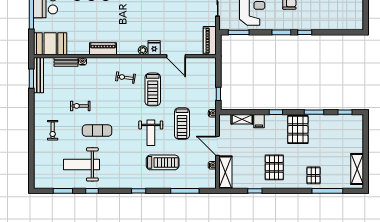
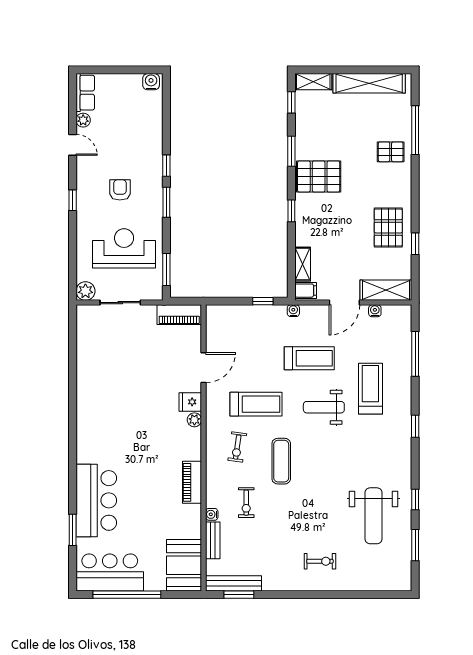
water cooler: (358, 23) -> (151, 82), added
exercise bike: (80, 106) -> (246, 503), moved
filing cabinet: (259, 121) -> (306, 291), moved
shelving: (358, 126) -> (313, 82), added
exercise mat: (97, 131) -> (281, 461), moved
weight bench: (151, 133) -> (324, 407), turned 180
pallet: (274, 167) -> (388, 228), moved, turned 90
shelving: (357, 169) -> (369, 83), width x1.47

